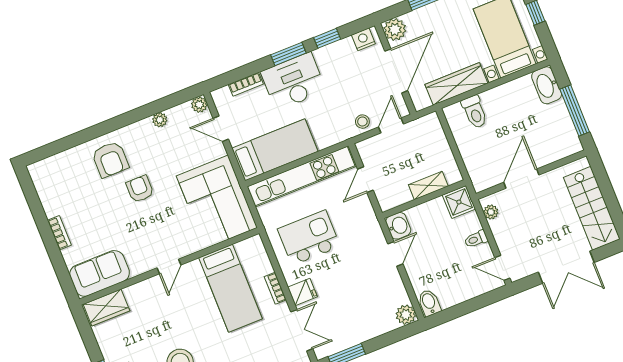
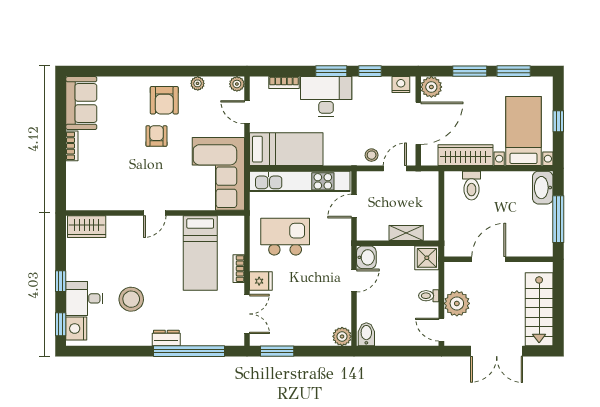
armchair: (110, 159) -> (164, 100), moved
plant: (491, 212) -> (457, 303), moved, width x1.87, depth x1.87
sofa: (100, 273) -> (81, 103), moved, turned 90

